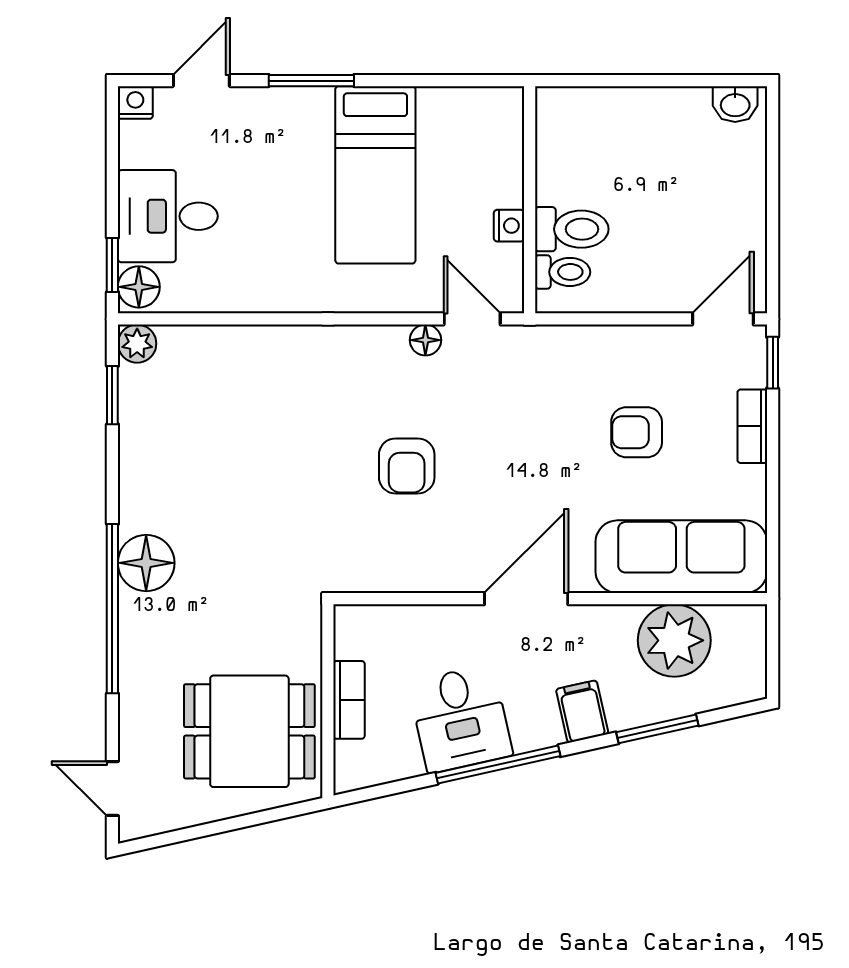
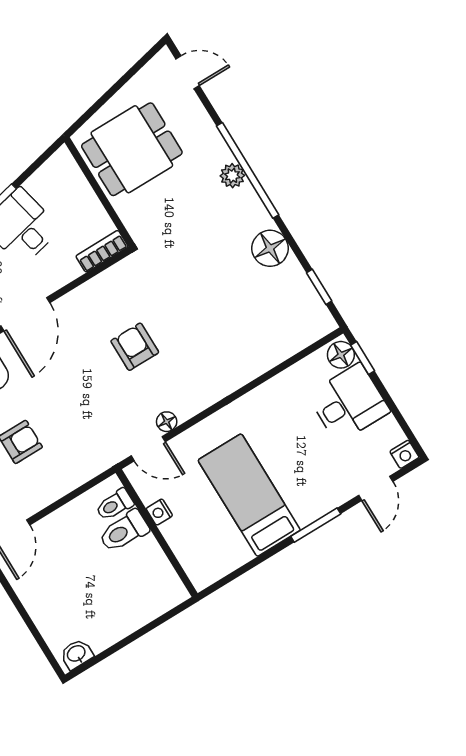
plant: (137, 344) -> (232, 176), moved
floor lamp: (146, 563) -> (270, 248), moved
bookcase: (349, 700) -> (102, 251), moved, turned 90

